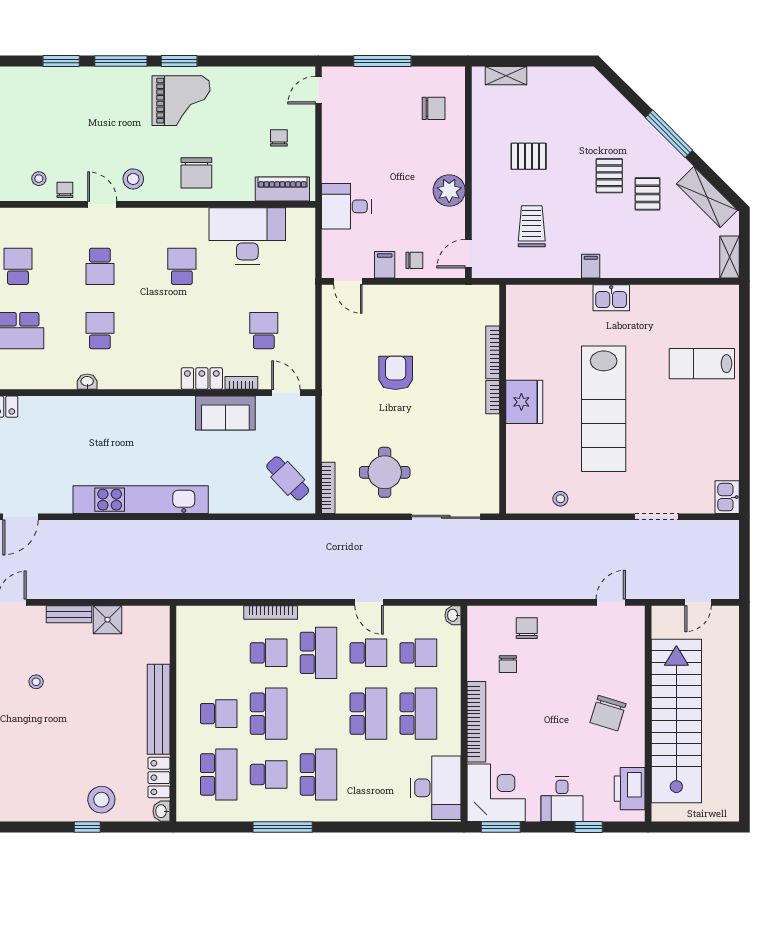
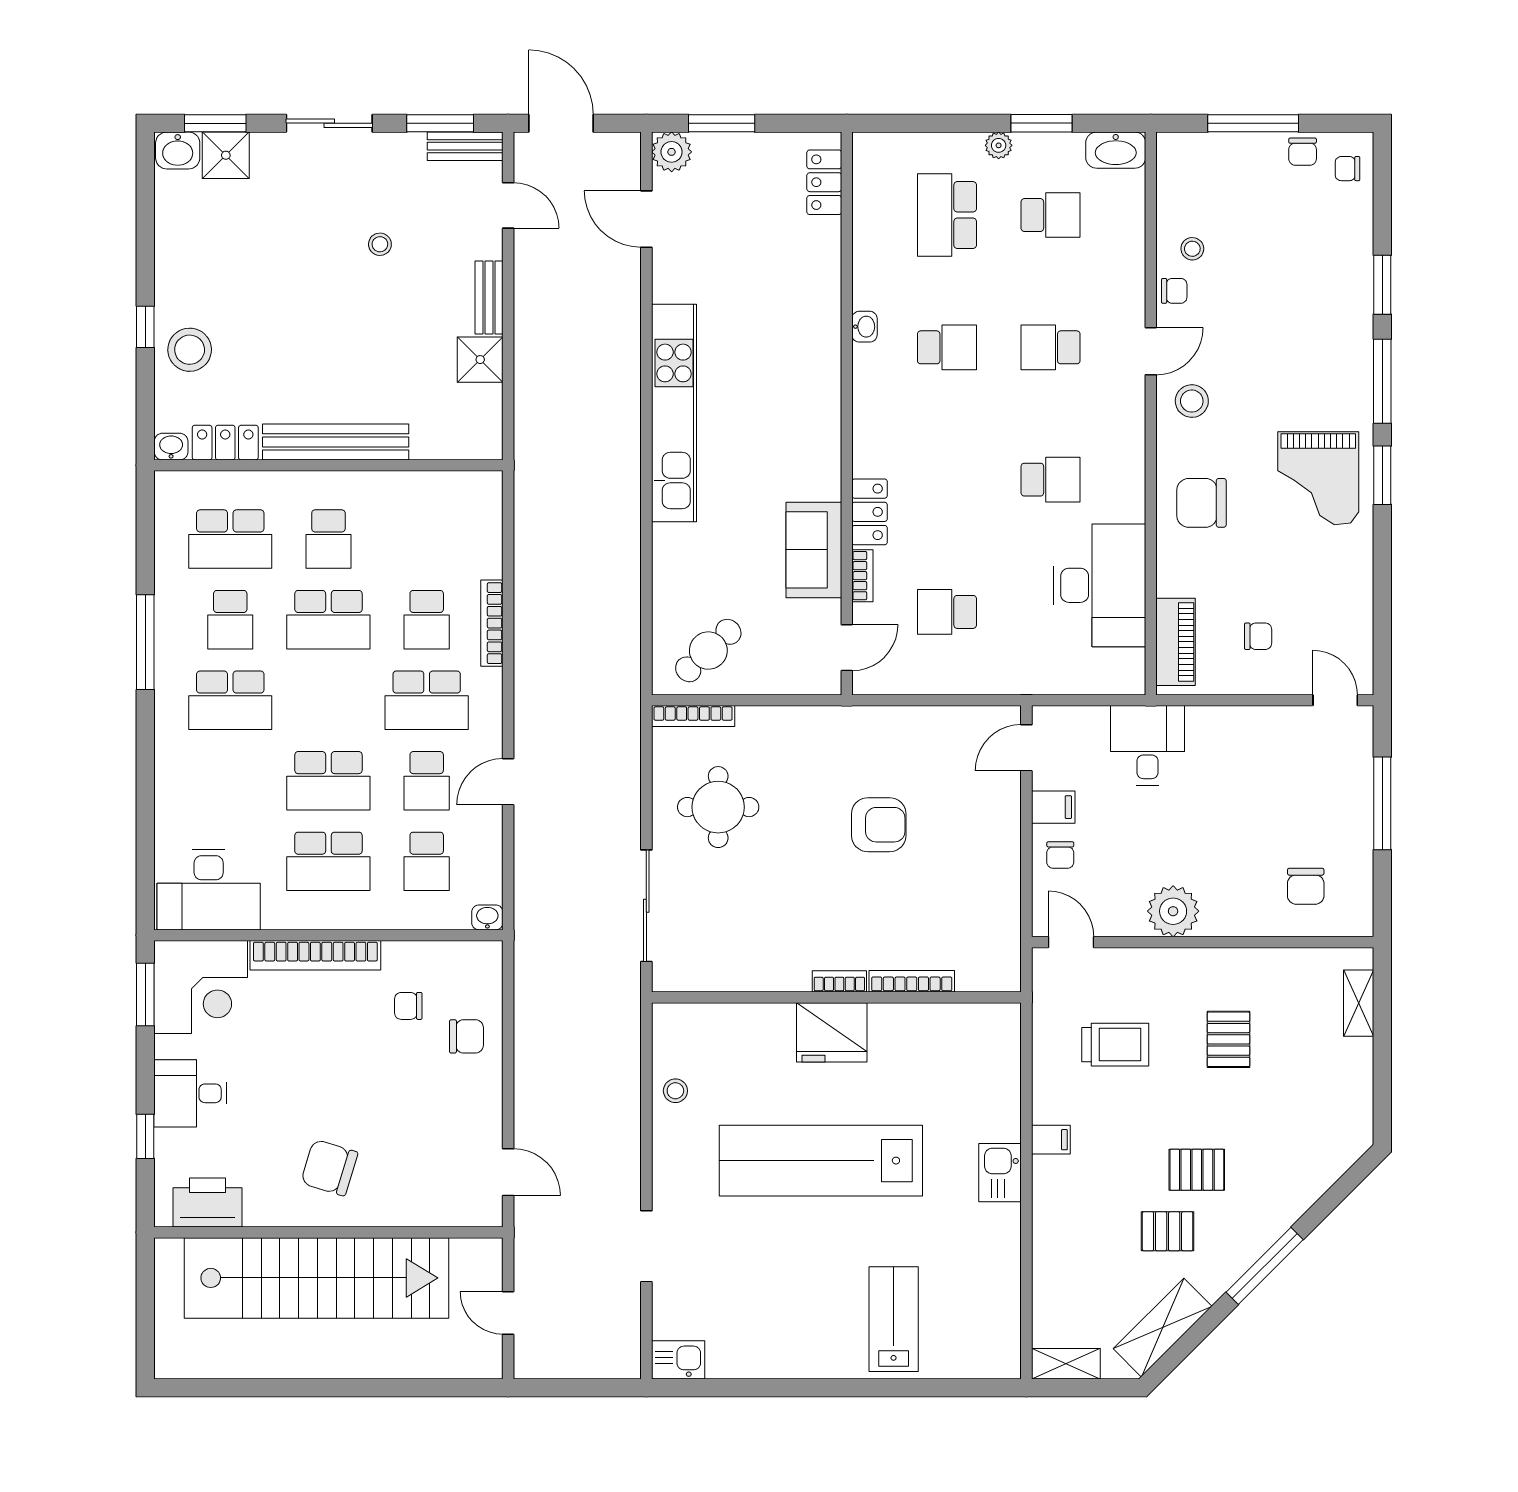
school desk: (264, 331) -> (947, 612), turned 180

